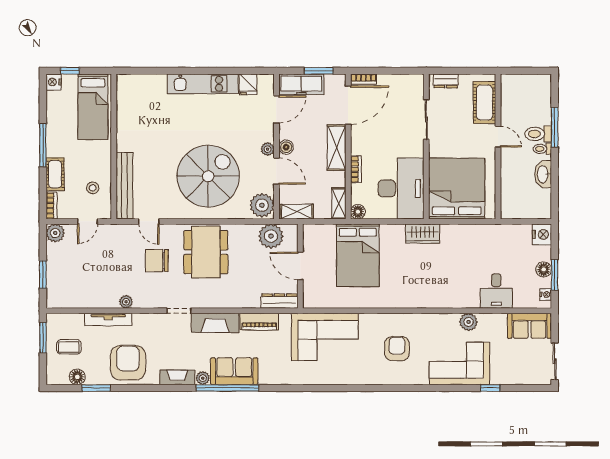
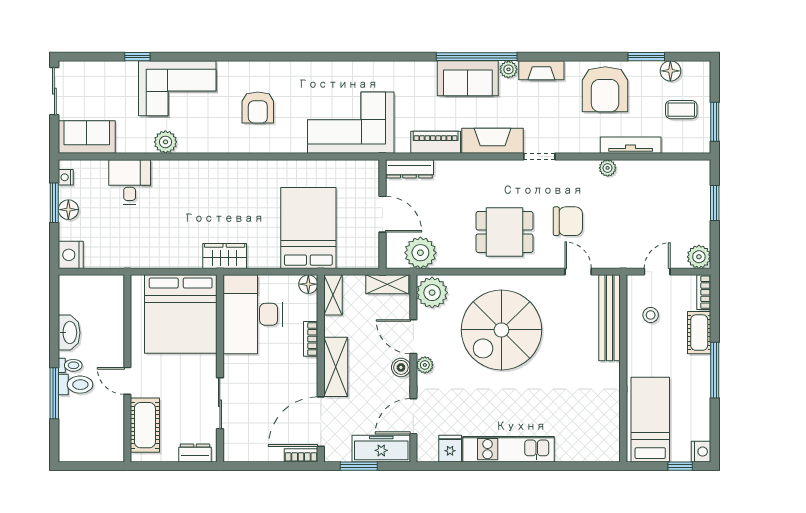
dining table: (206, 252) -> (504, 232), width x0.73

